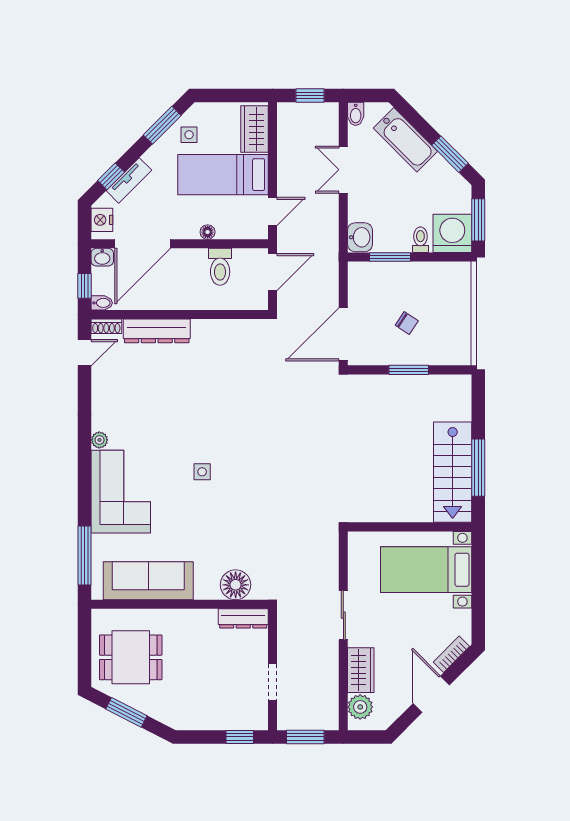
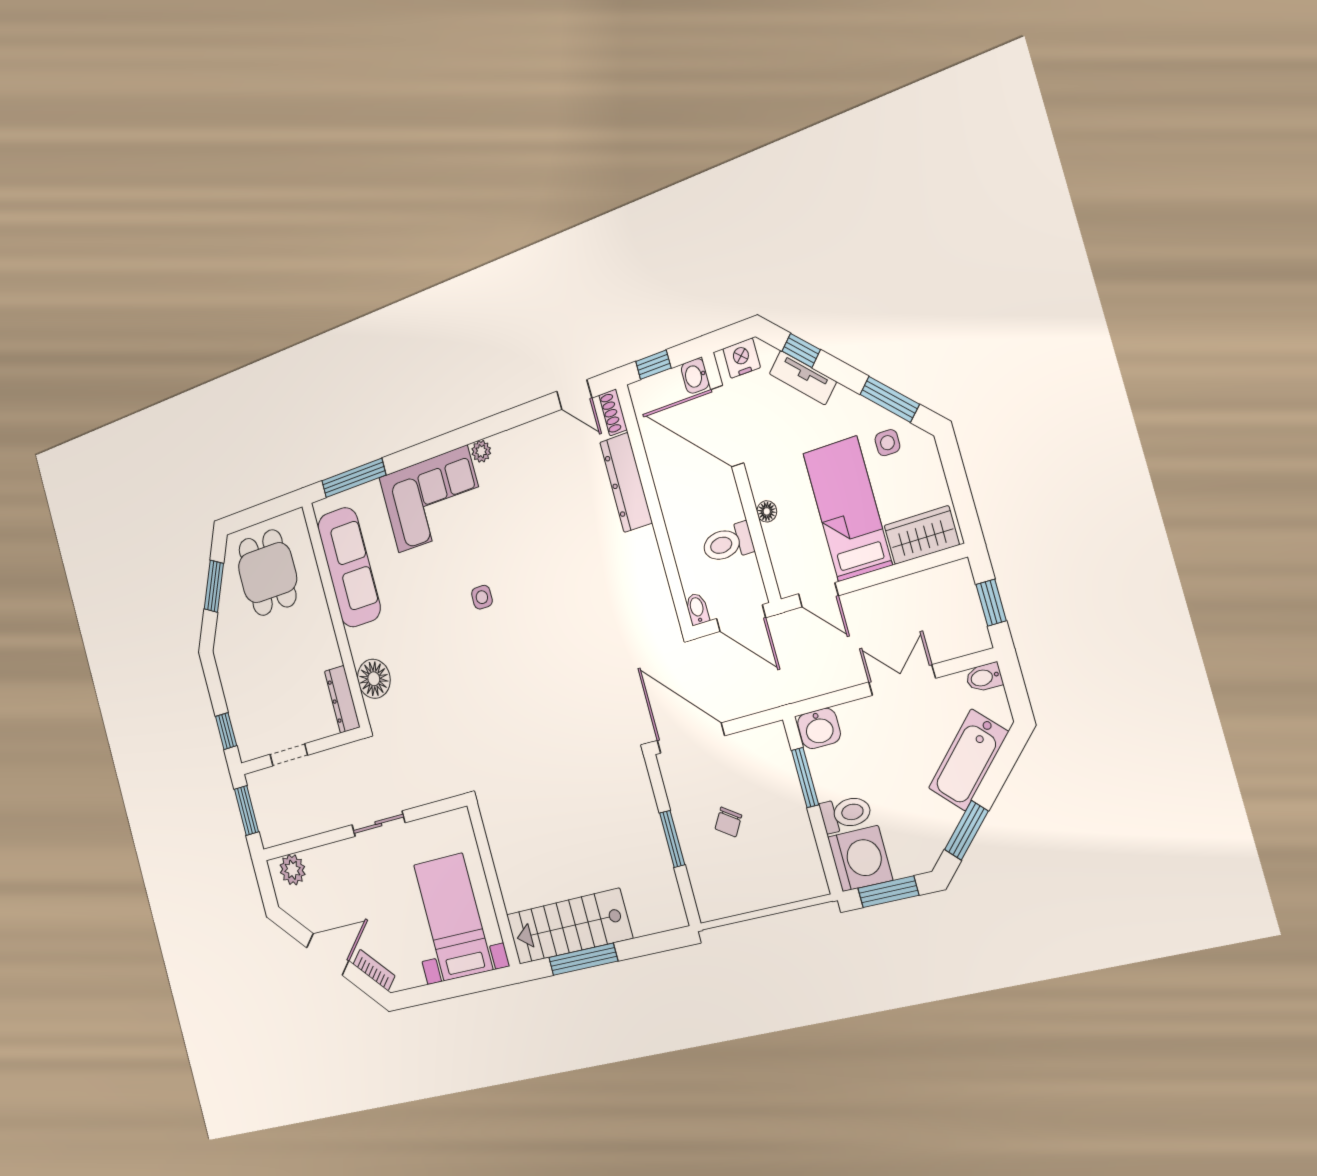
toilet: (420, 240) -> (846, 814), width x1.37, depth x1.39
bidet: (102, 303) -> (697, 609), moved, turned 180
wardrobe: (361, 670) -> (329, 861), removed

